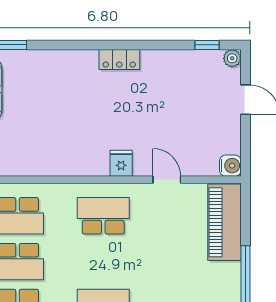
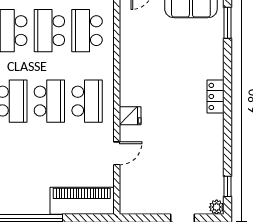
locker: (119, 59) -> (216, 96), moved
water cooler: (230, 166) -> (128, 206), removed
school desk: (103, 262) -> (49, 101), added

